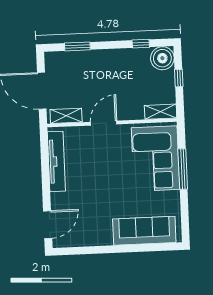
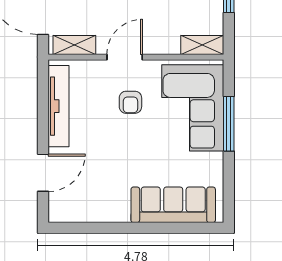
armchair: (109, 156) -> (130, 102), added
door: (48, 225) -> (43, 173), moved

